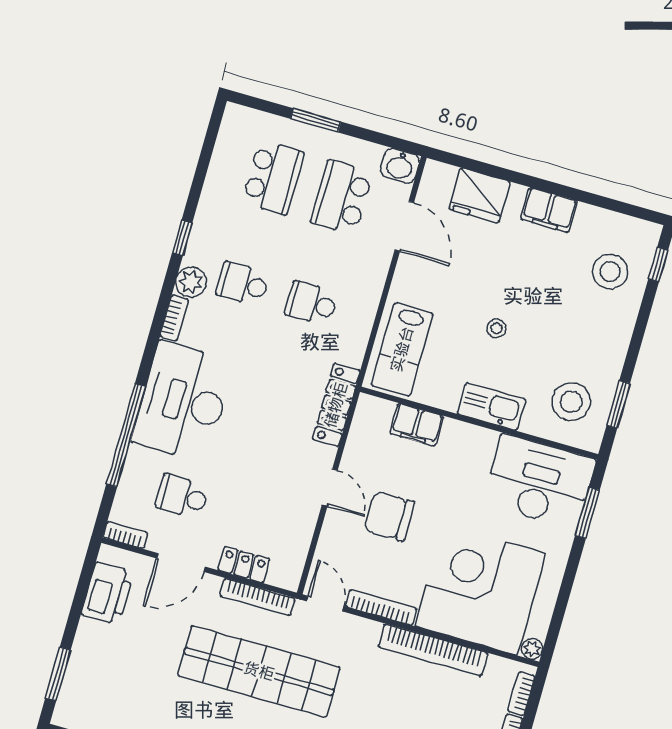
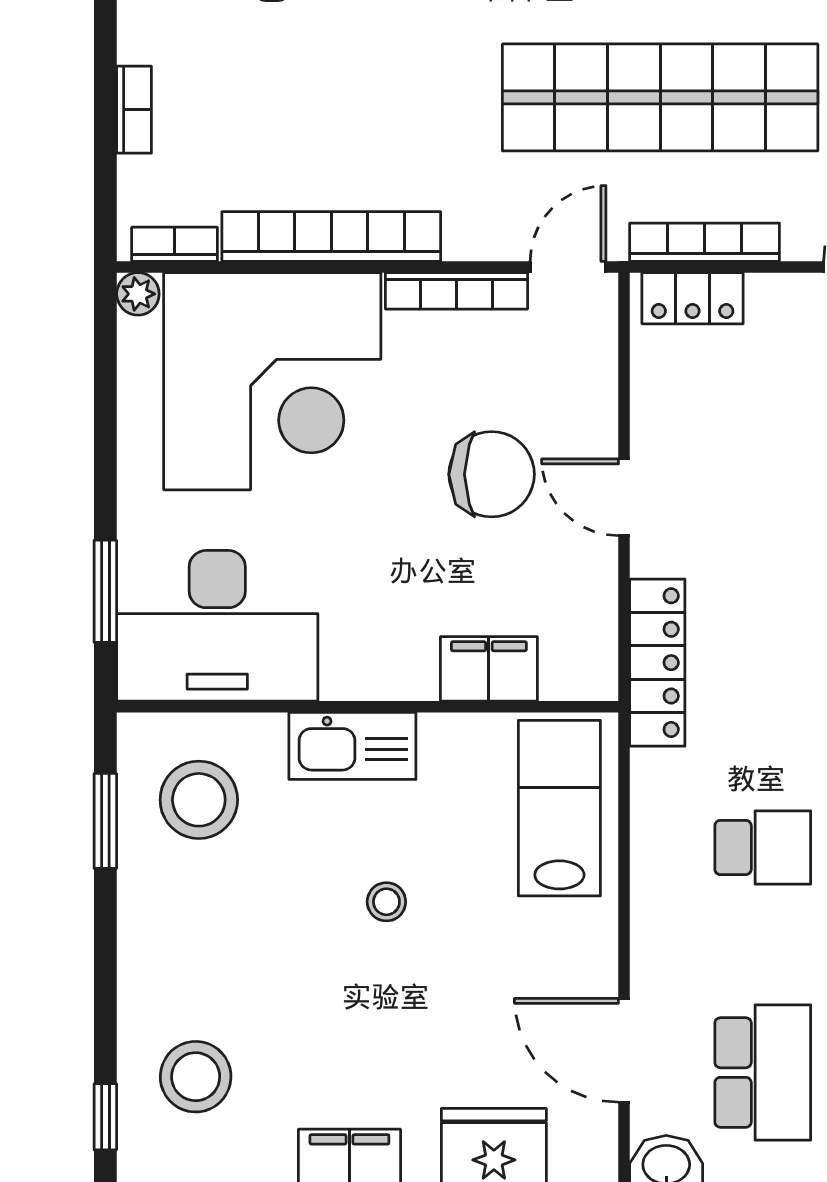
locker: (244, 565) -> (693, 298), moved
door: (325, 604) -> (568, 267), swing flipped
bookcase: (521, 694) -> (174, 244), moved, turned -90

